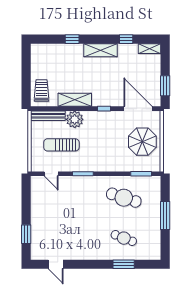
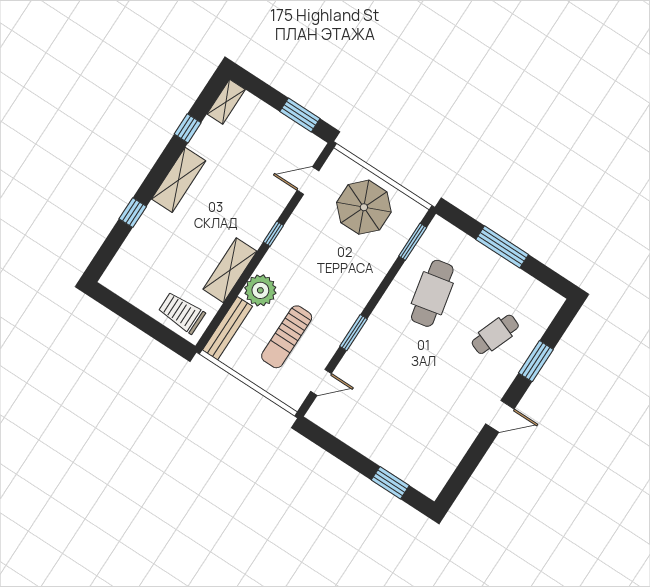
door: (138, 109) -> (308, 181), width x0.53
cafe table: (124, 198) -> (432, 293), turned -30
door: (56, 264) -> (500, 416), moved

